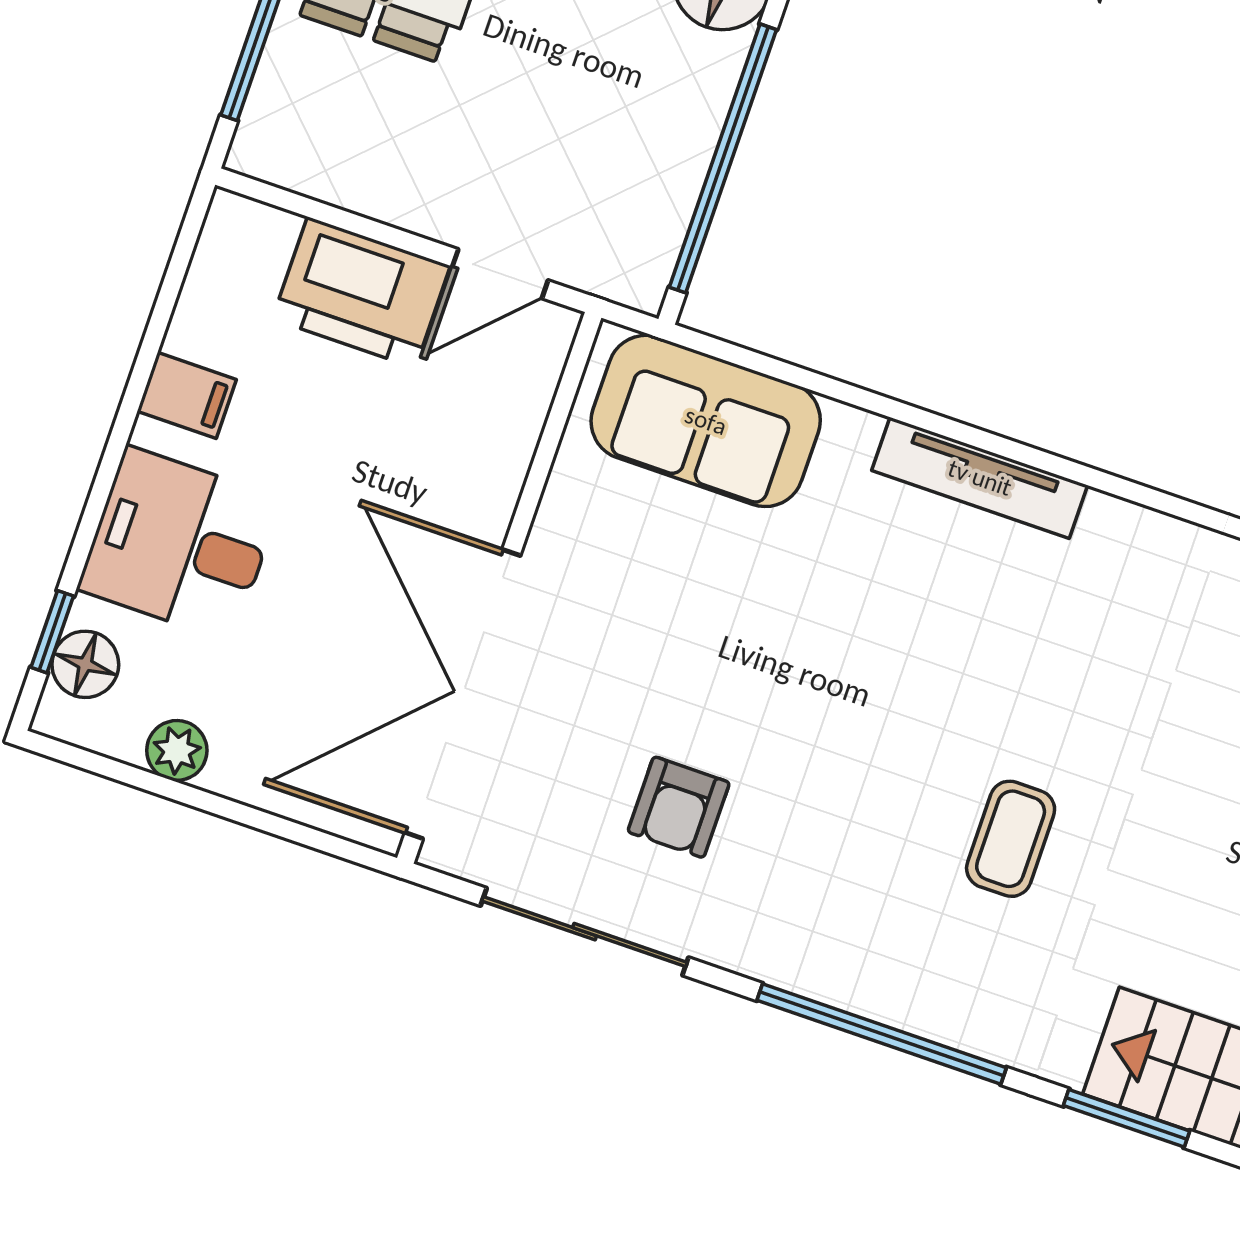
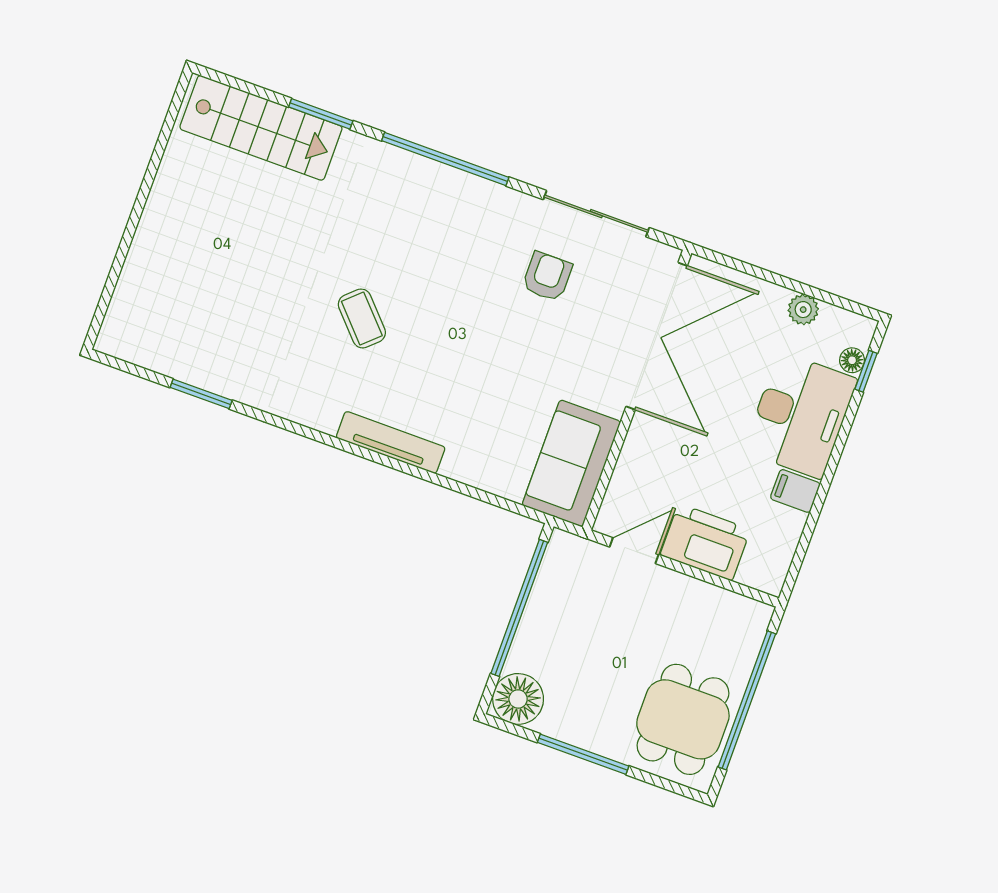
sofa: (706, 421) -> (571, 463), moved, turned -90
desk: (179, 544) -> (800, 415), width x1.37
floor lamp: (85, 664) -> (852, 360), width x0.73, depth x0.73
coffee table: (1011, 839) -> (362, 318), moved, turned -43

